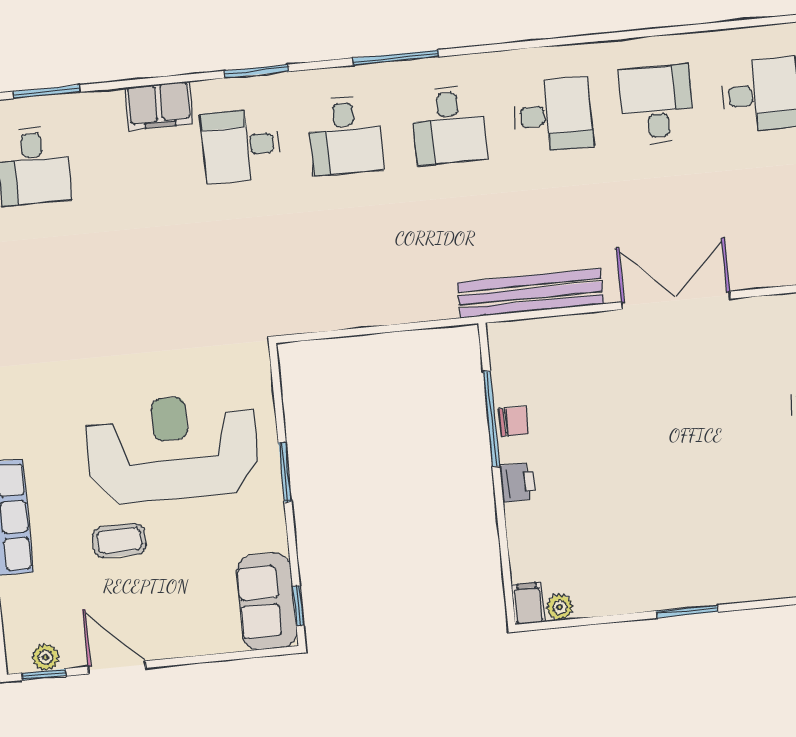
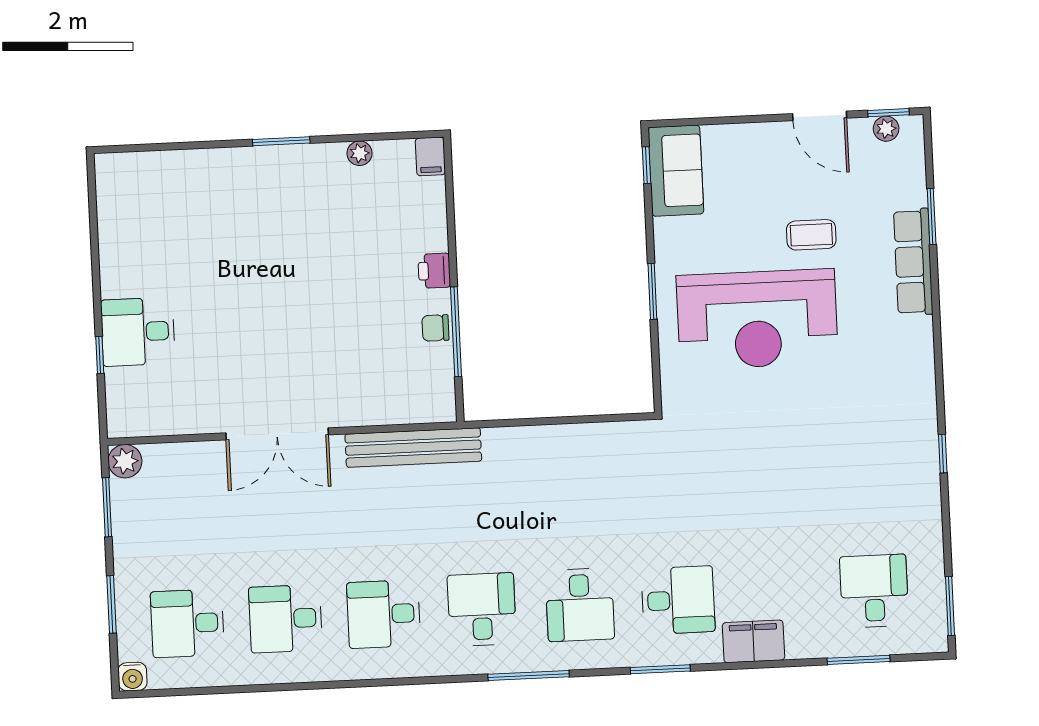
desk: (657, 105) -> (286, 619), turned 90
desk: (345, 135) -> (580, 605), turned 180
plant: (560, 607) -> (360, 153), moved

